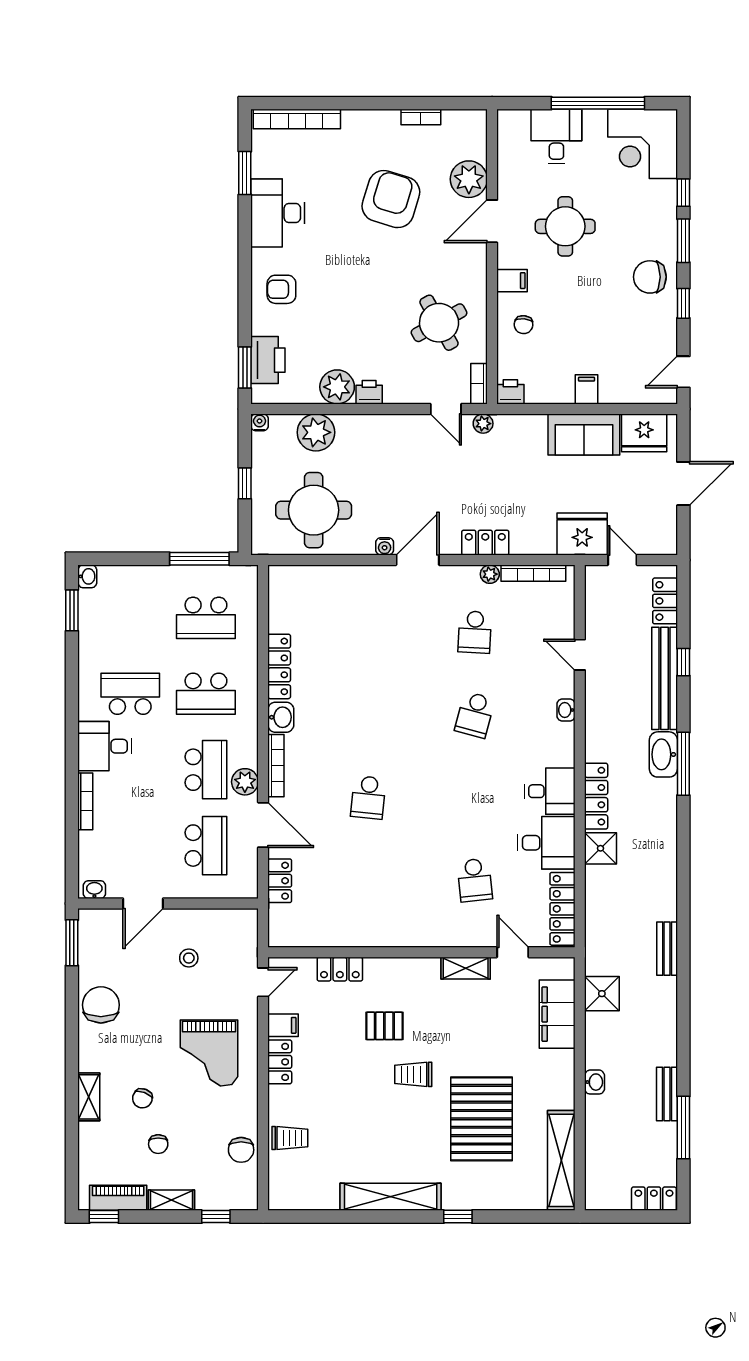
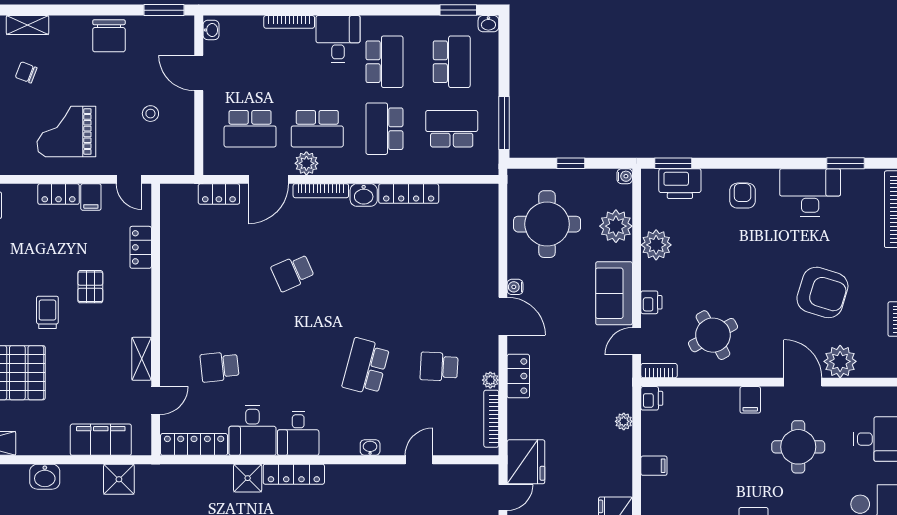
chair: (524, 325) -> (711, 410), removed
printer: (369, 392) -> (651, 302), moved
plant: (483, 424) -> (624, 421), moved
sofa: (584, 434) -> (614, 293), moved
school desk: (130, 618) -> (452, 62), added
school desk: (206, 618) -> (452, 129), turned 90
school desk: (475, 715) -> (366, 367), width x1.85
school desk: (368, 797) -> (293, 272), turned -30
chair: (101, 1005) -> (109, 36), turned 90
washbasin: (595, 1082) -> (45, 477), width x1.38, depth x1.45

